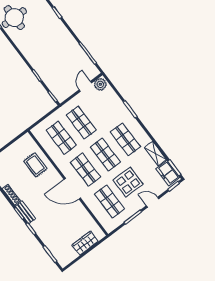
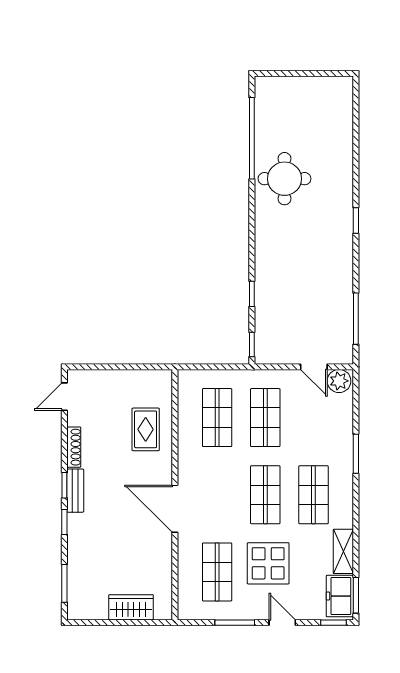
door: (85, 86) -> (314, 367), swing flipped
shop shelf: (85, 170) -> (217, 495), removed

